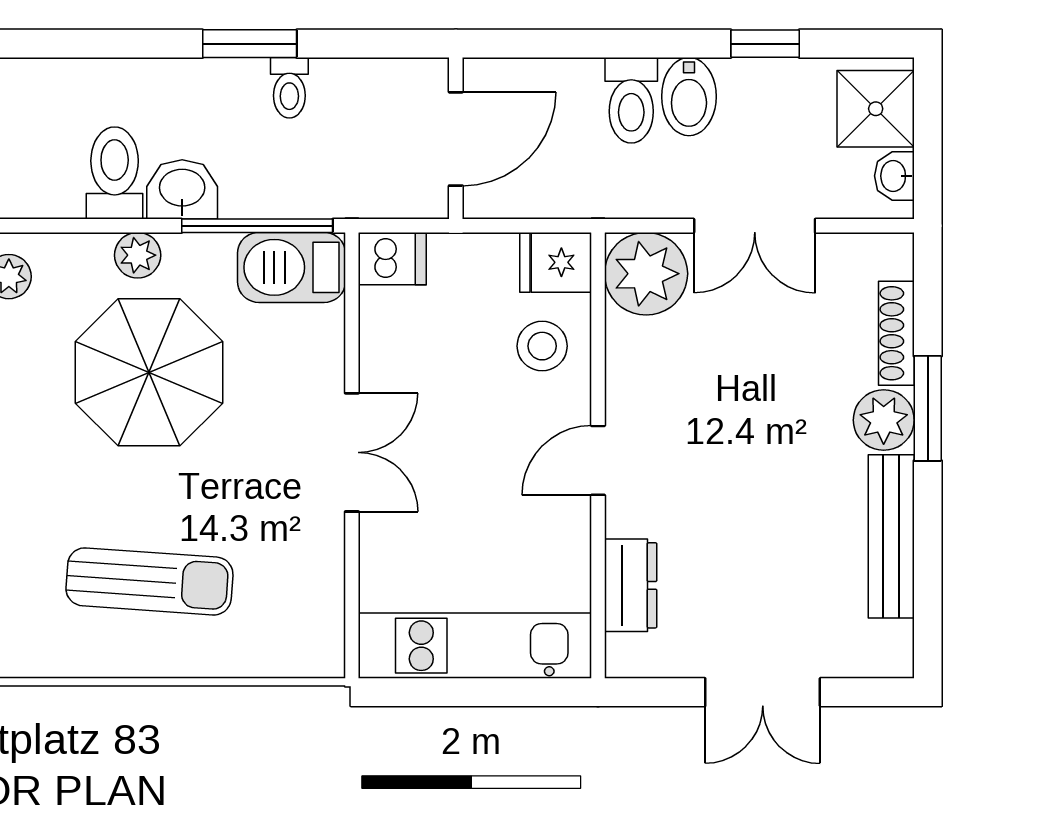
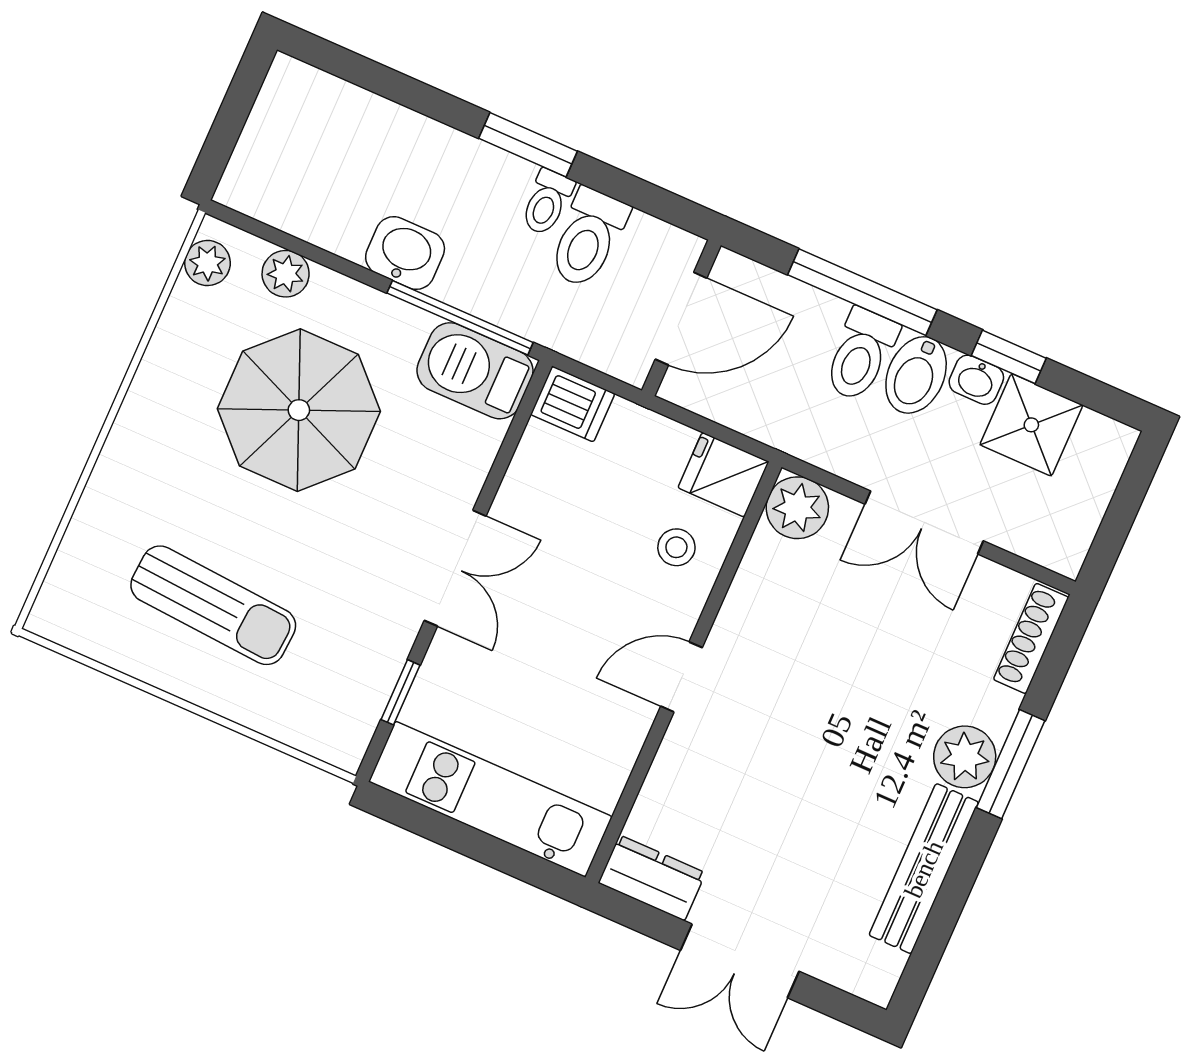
window: (608, 44) -> (862, 292), added
shower: (876, 109) -> (1031, 425), moved
toilet: (115, 173) -> (588, 238), moved, turned 180
washbasin: (894, 176) -> (976, 380), moved, turned -90
plant: (138, 255) -> (286, 274), moved
plant: (646, 274) -> (797, 508), width x0.73, depth x0.73
shoe rack: (896, 333) -> (1031, 638), moved
stool: (542, 346) -> (676, 547), width x0.73, depth x0.73
window: (352, 585) -> (400, 692), added
dresser: (631, 585) -> (652, 878), moved, turned -90

